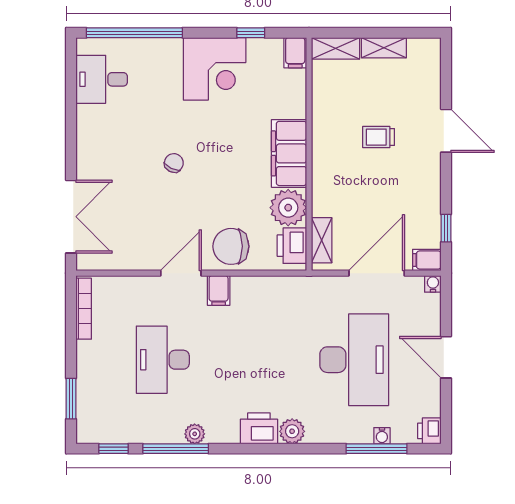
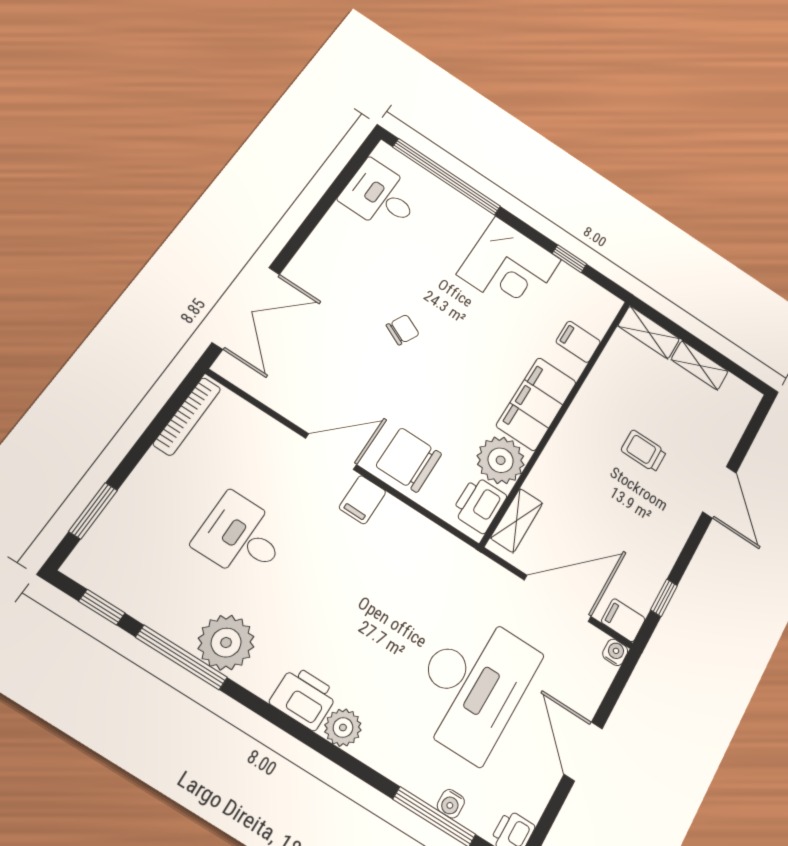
filing cabinet: (295, 53) -> (578, 342), moved, turned 90
desk: (163, 360) -> (241, 537), width x0.73
plant: (195, 434) -> (226, 643), width x1.87, depth x1.87

